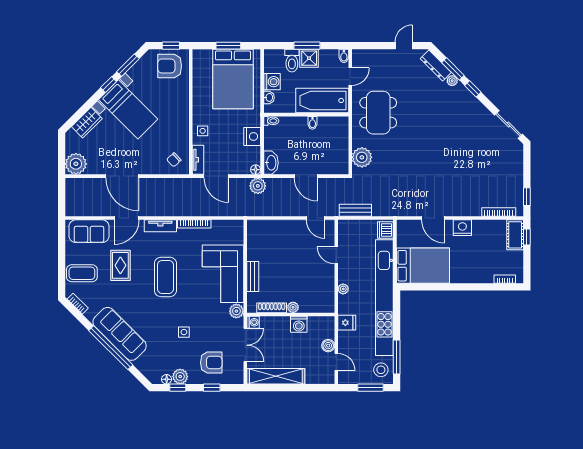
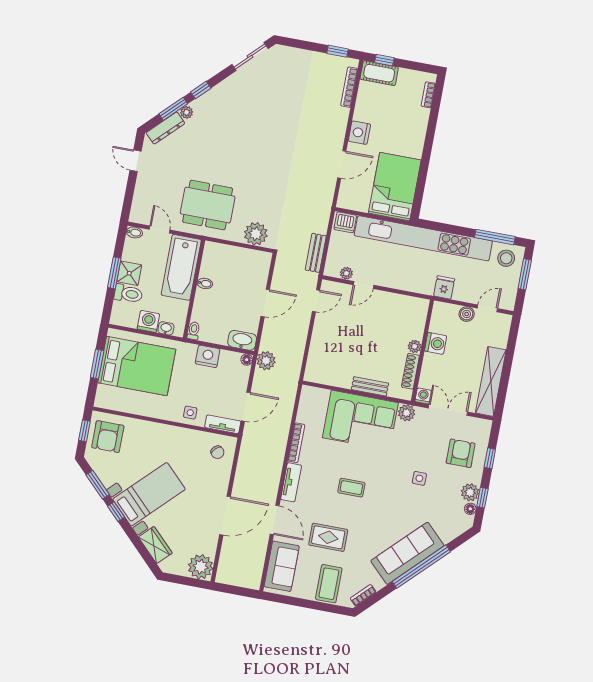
coffee table: (165, 277) -> (351, 488), width x0.54, depth x0.58
plant: (343, 289) -> (346, 273), moved

